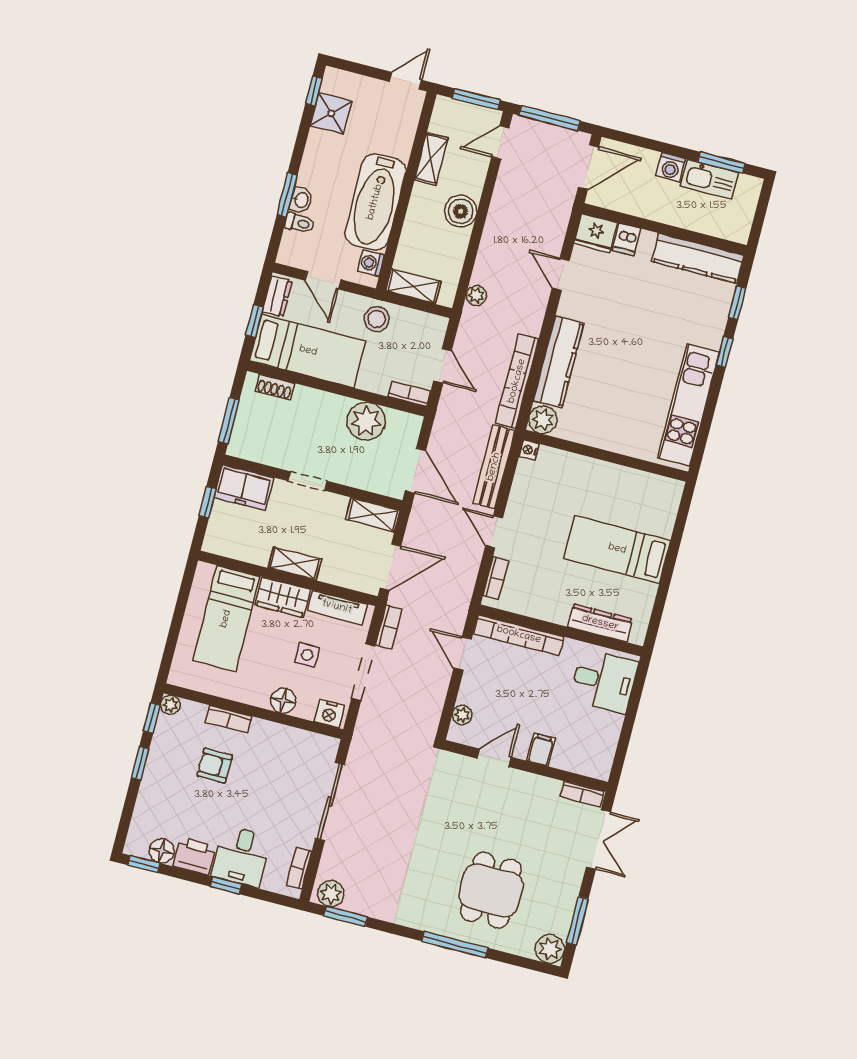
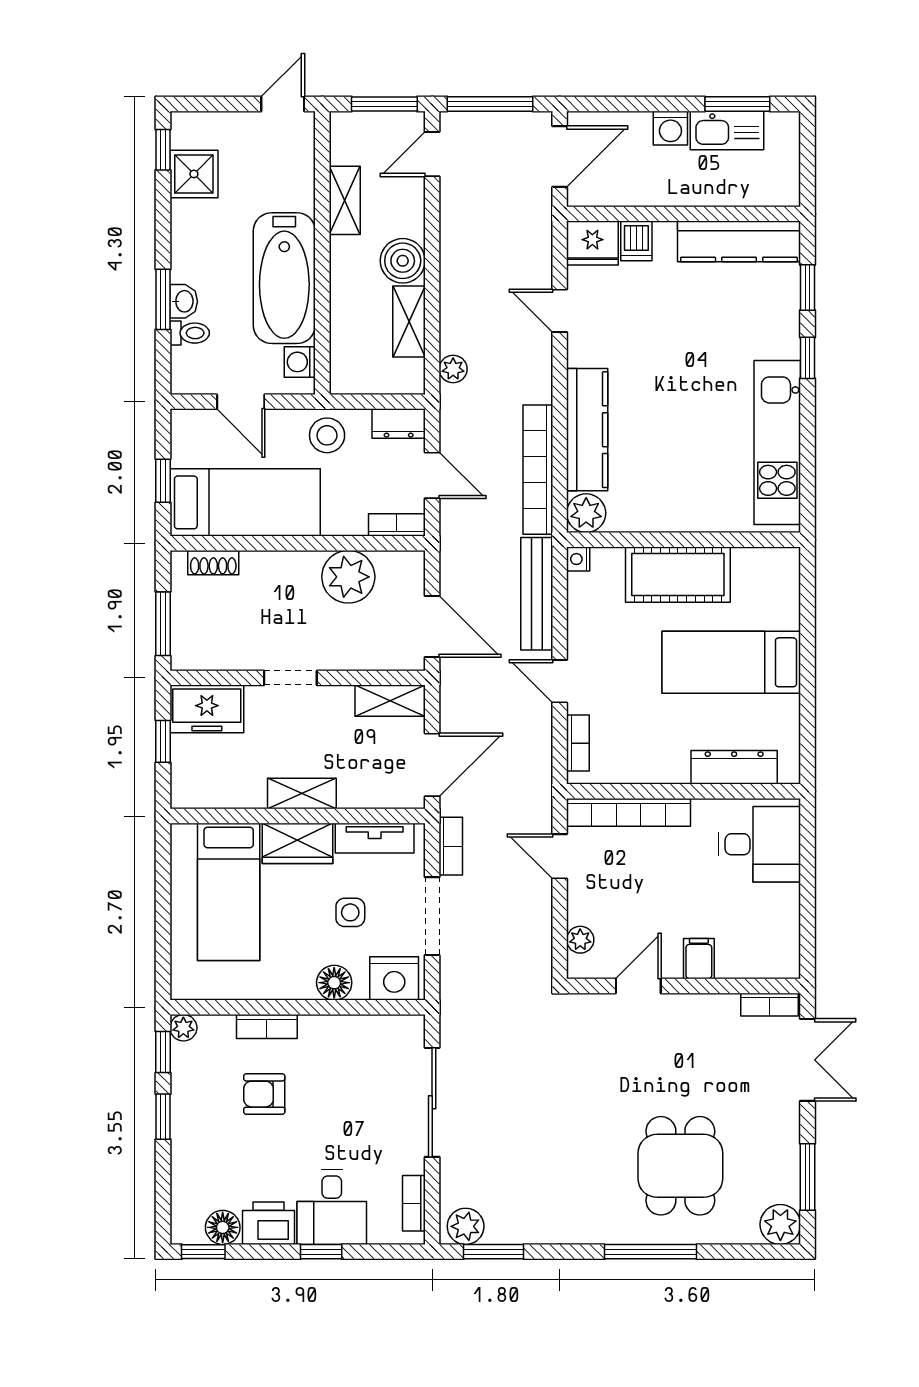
shelving: (413, 286) -> (409, 322), moved, turned 90
dresser: (277, 296) -> (399, 424), moved, turned 90
cot: (596, 479) -> (678, 575), added
nightstand: (329, 713) -> (394, 978), width x1.36, depth x1.33

